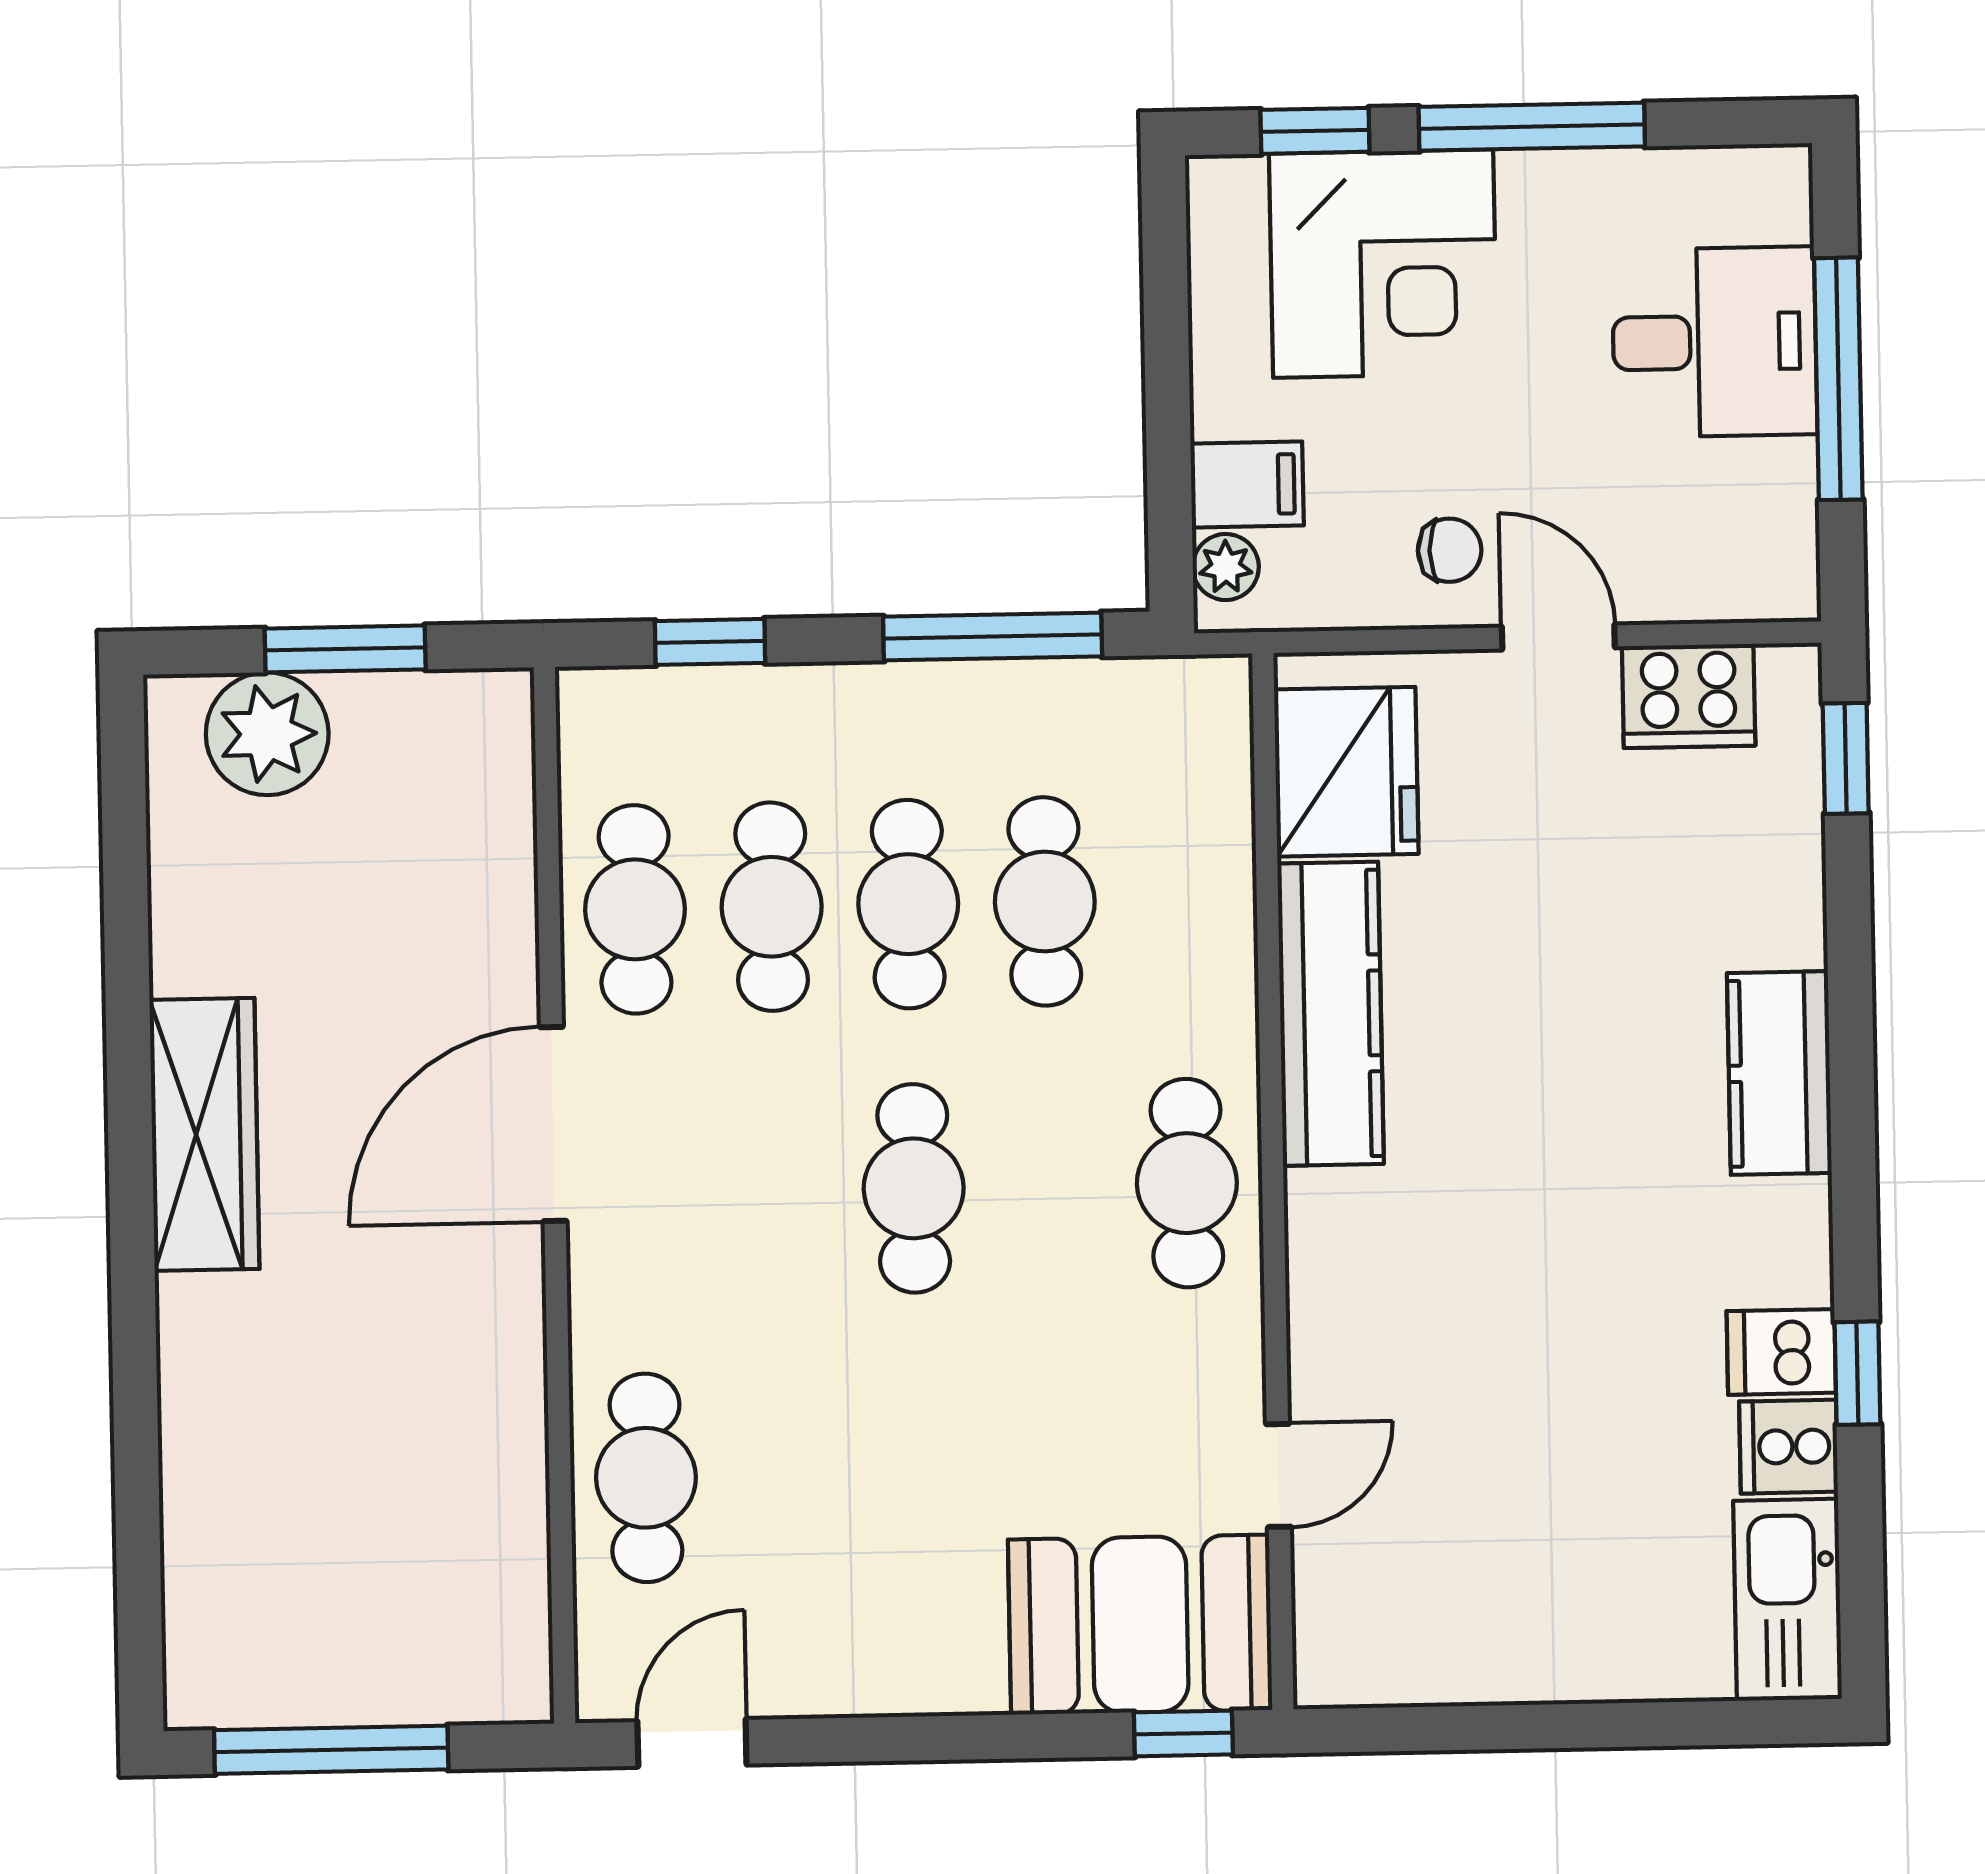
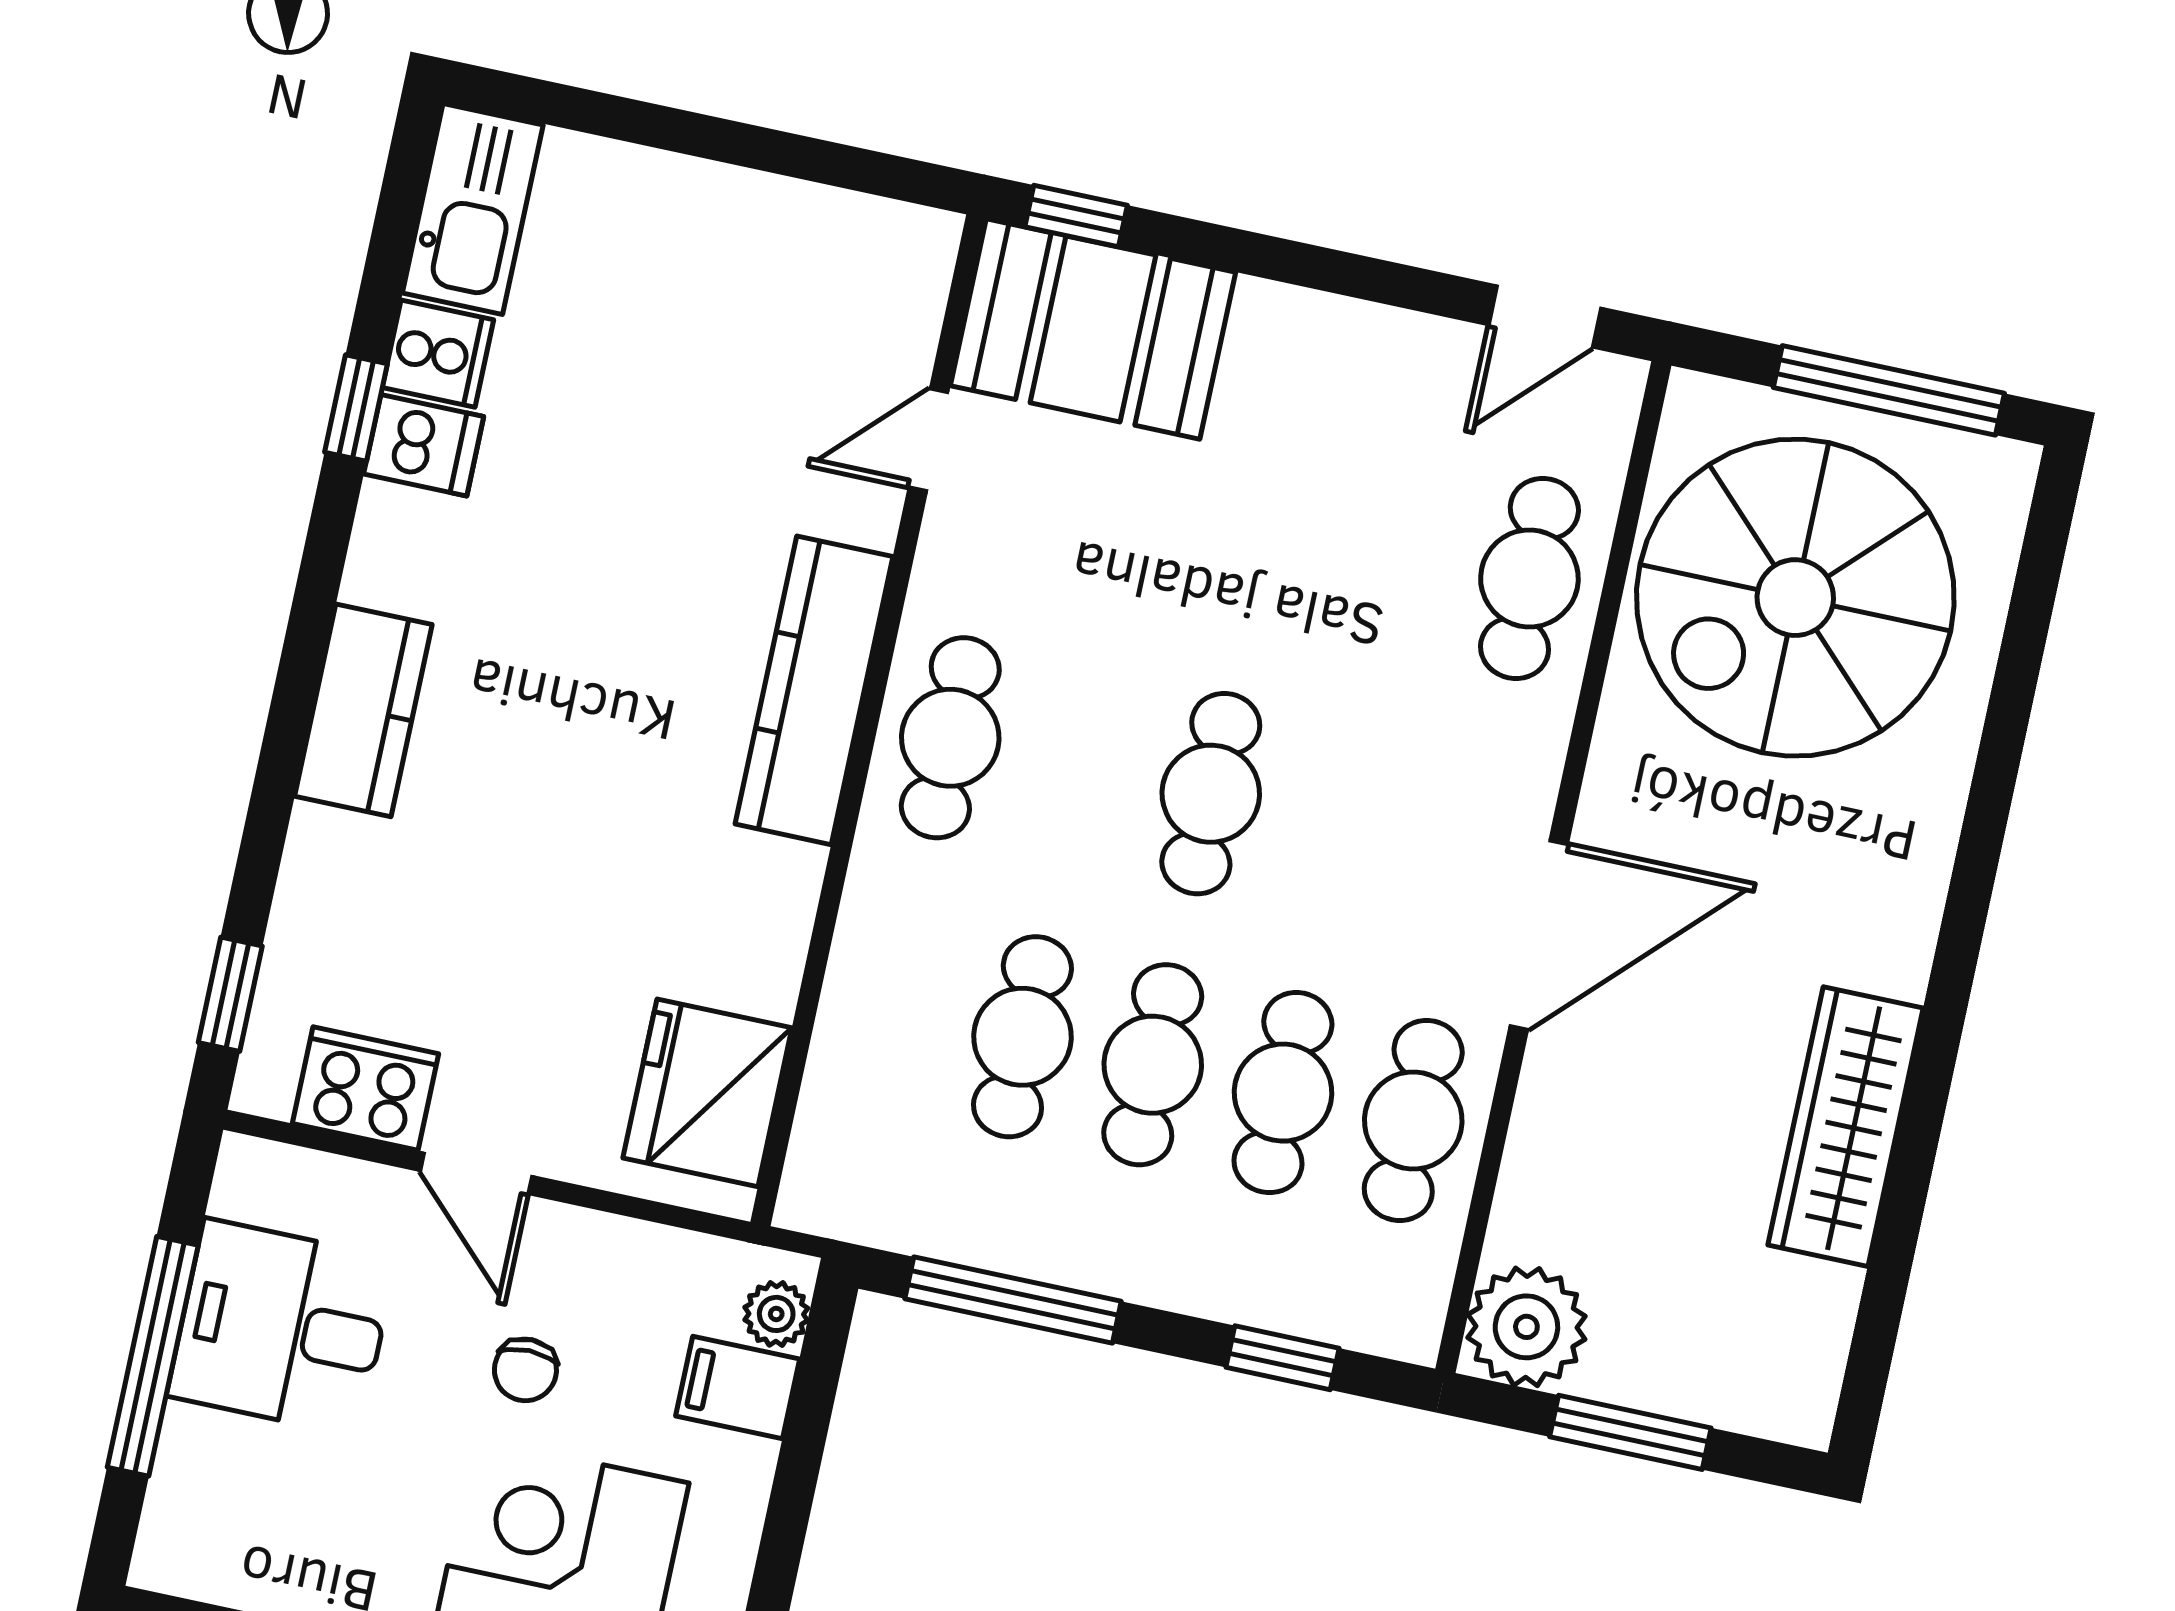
desk: (1714, 342) -> (282, 1327), moved
chair: (1450, 550) -> (525, 1370), moved, turned -90
plant: (267, 734) -> (1526, 1327), moved
kitchen counter: (1331, 1014) -> (814, 690), moved
wardrobe: (204, 1134) -> (1846, 1127), moved
spiral stairs: (376, 1521) -> (1795, 598), added

